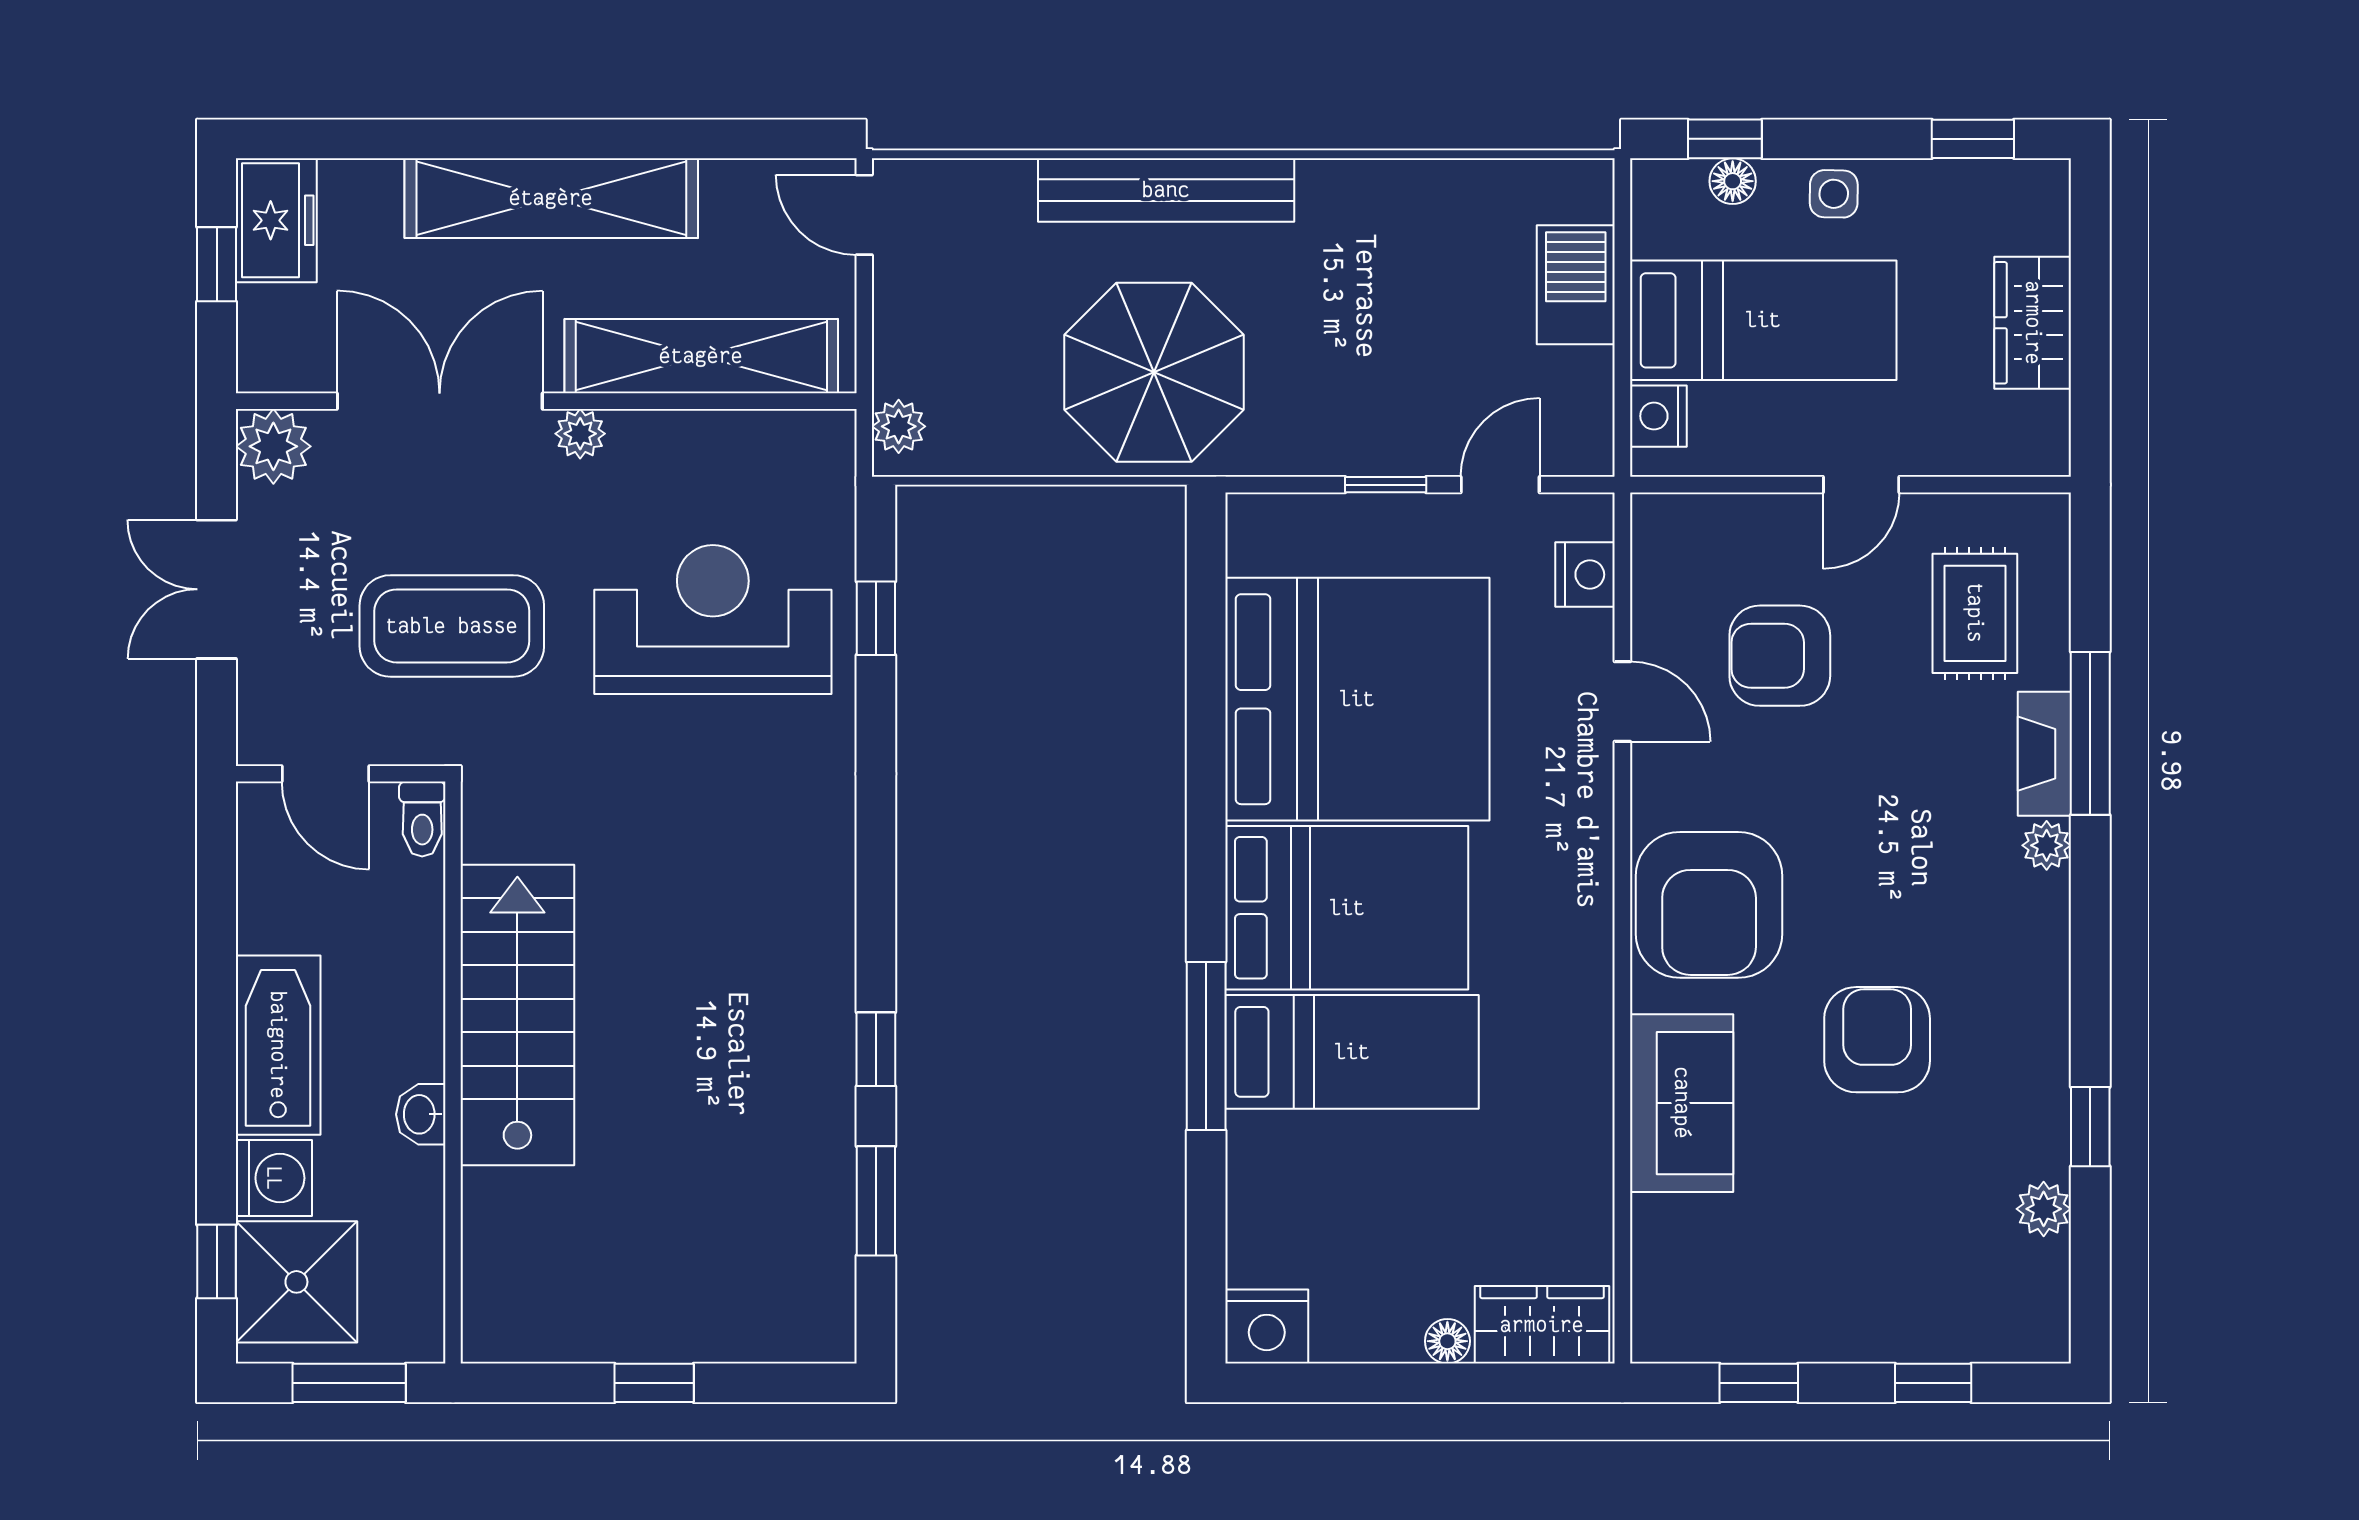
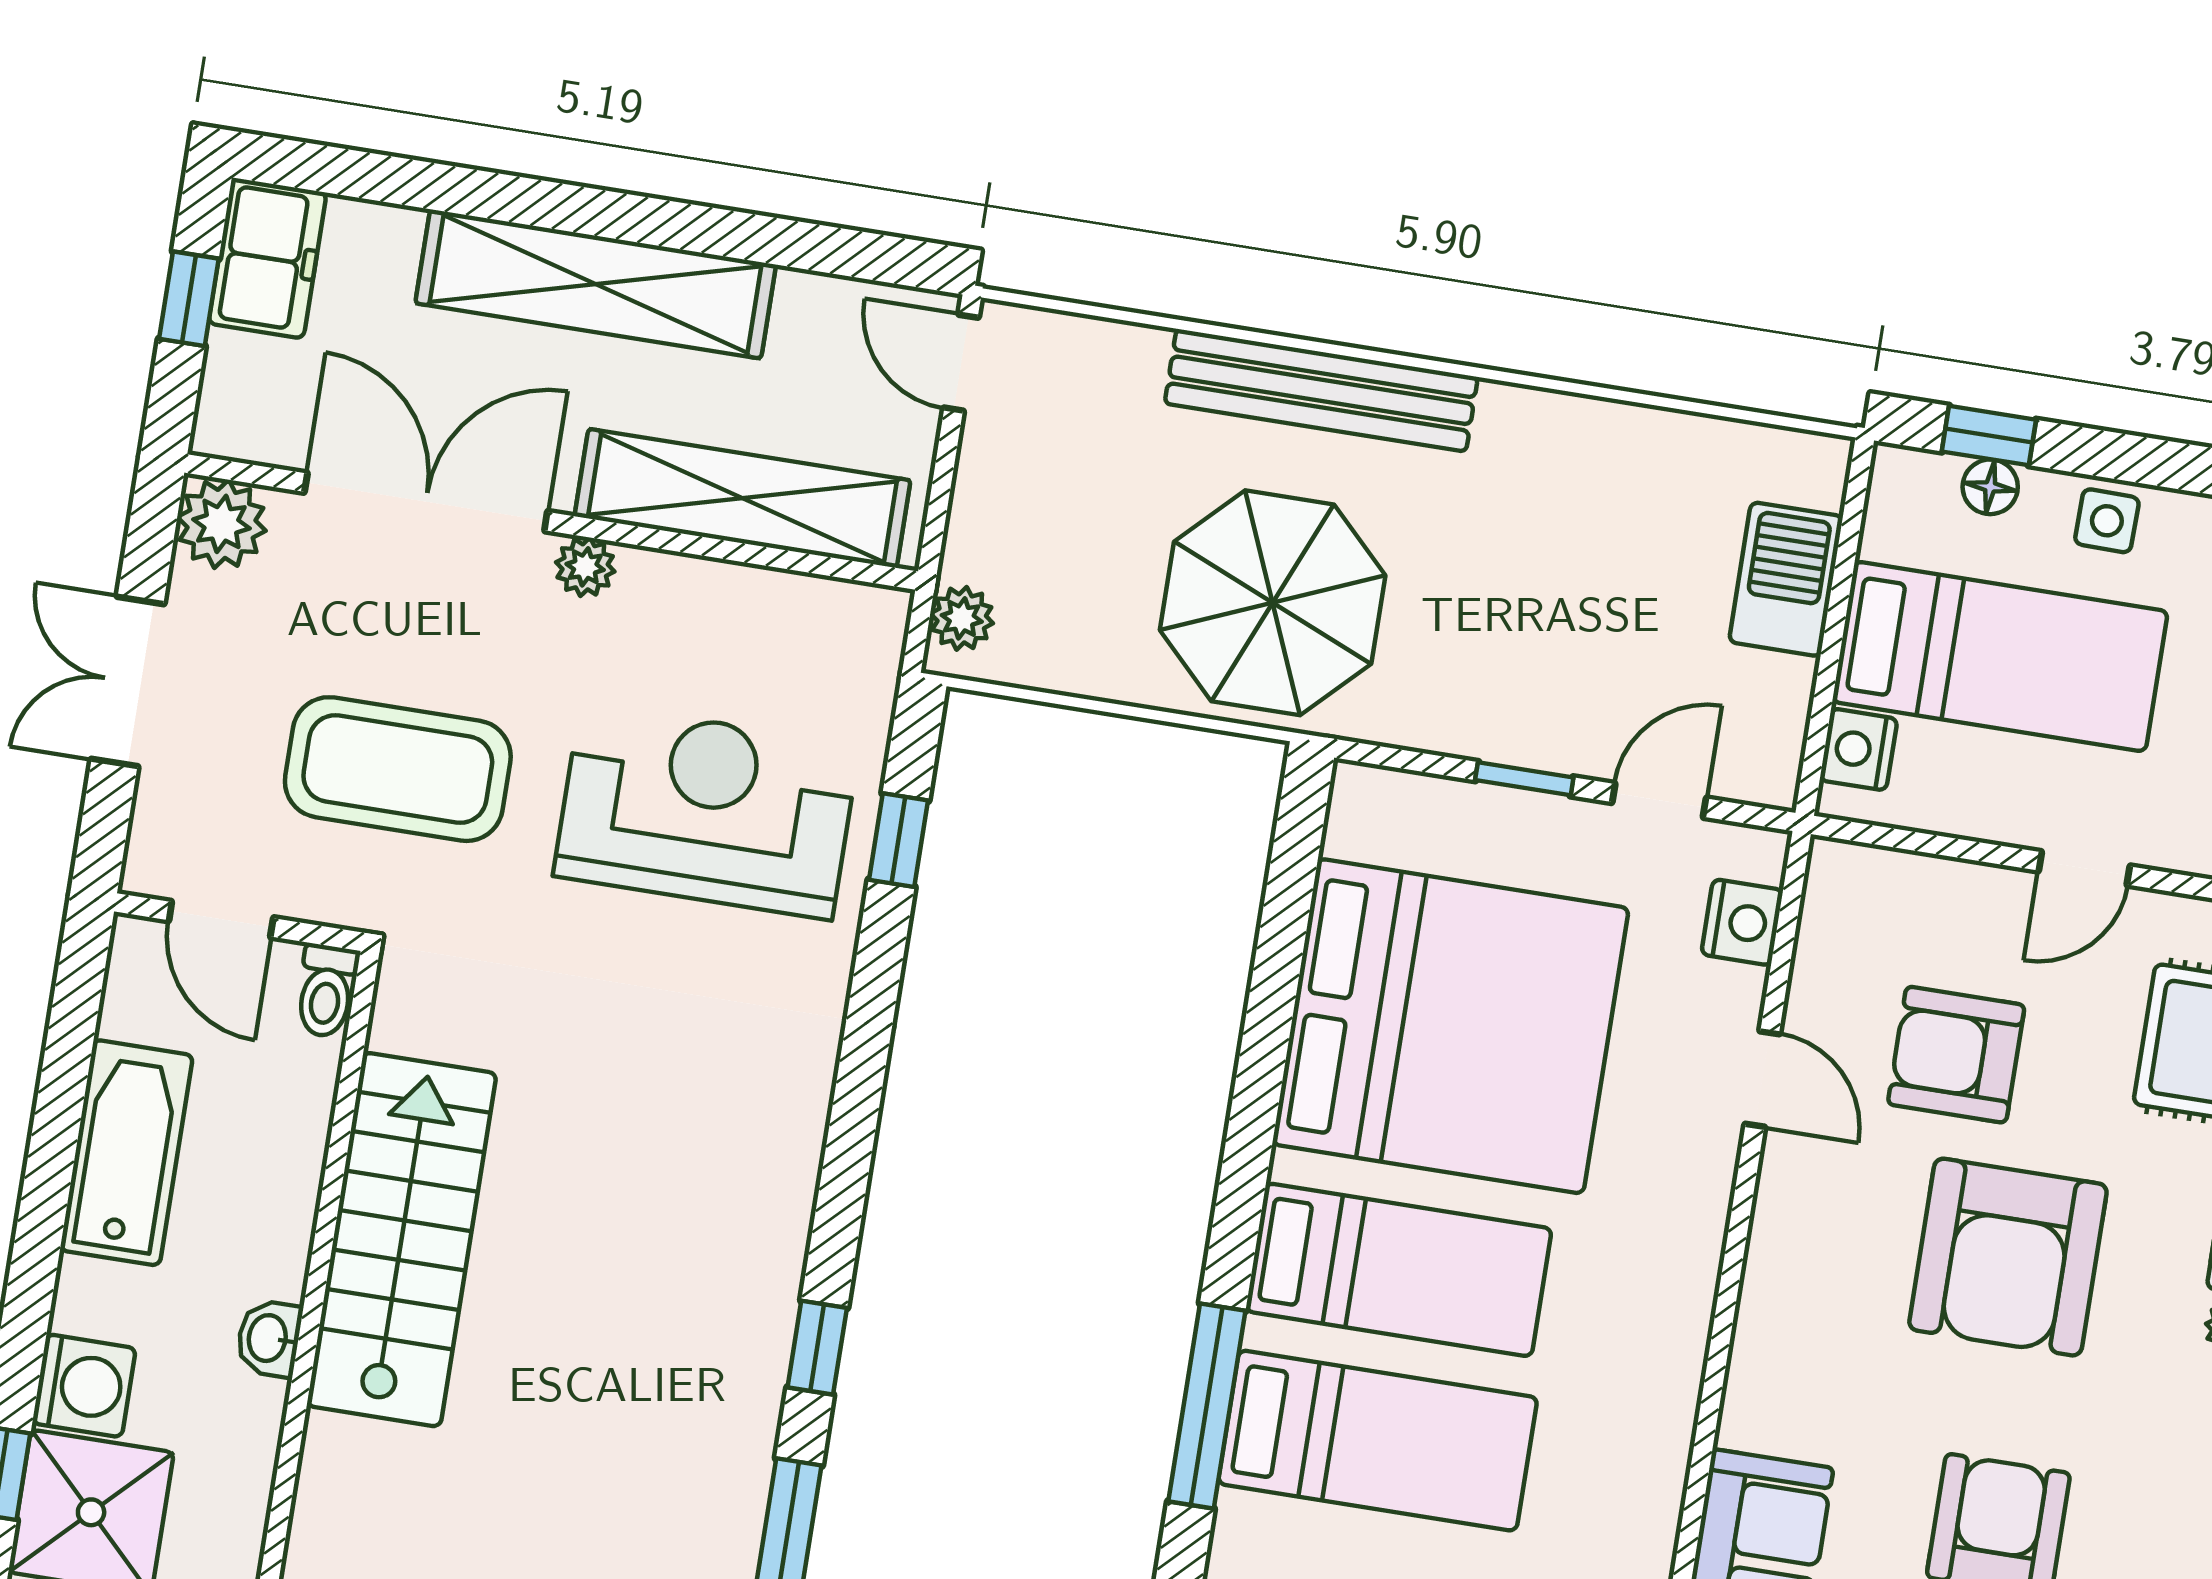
armchair: (1709, 905) -> (2008, 1257), moved
bed: (1347, 908) -> (1399, 1270), width x0.67
bathtub: (278, 1045) -> (126, 1153), moved

